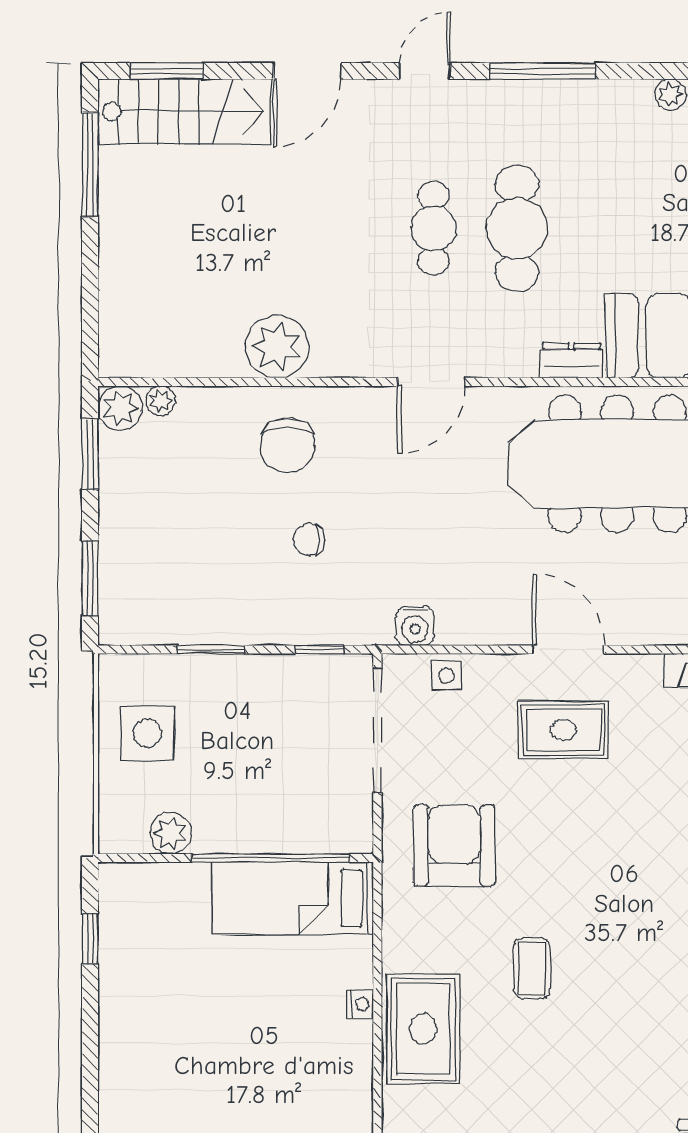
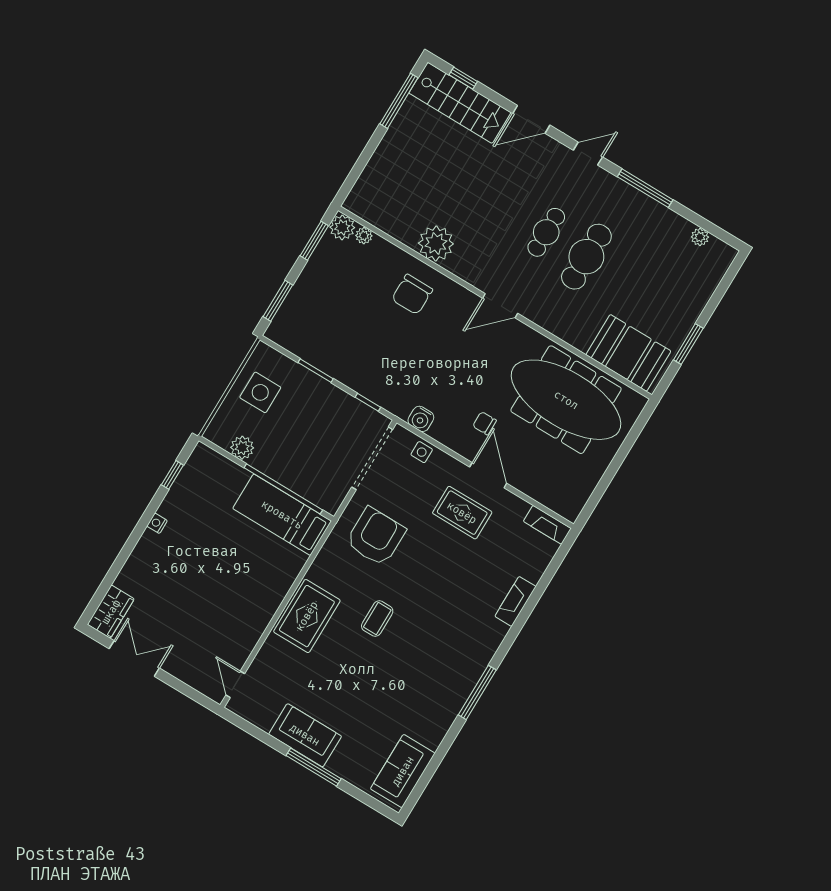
window: (167, 71) -> (463, 78), width x0.67
dresser: (572, 361) -> (574, 336), removed
chair: (309, 540) -> (484, 423), moved
nightstand: (360, 1004) -> (157, 523), moved, turned 180

